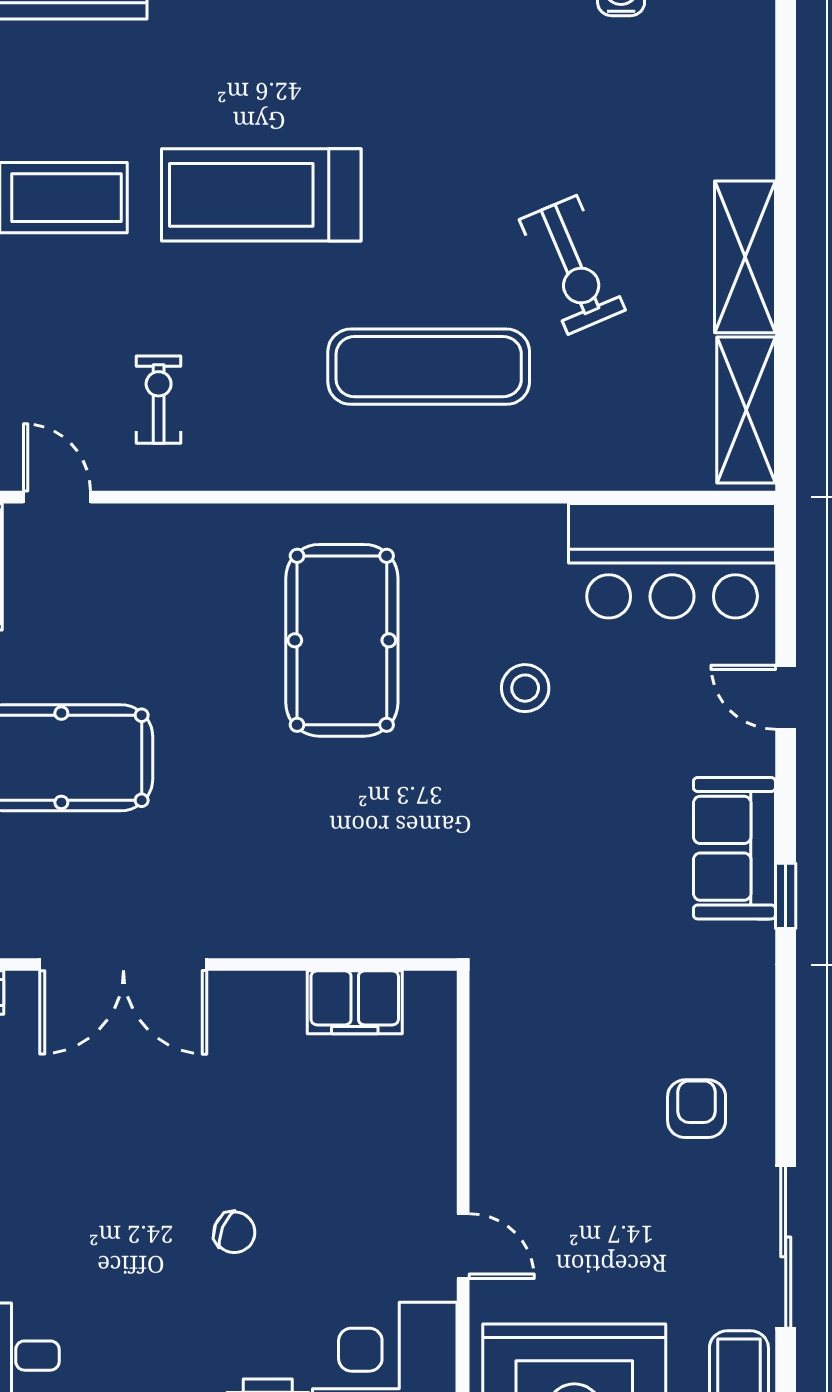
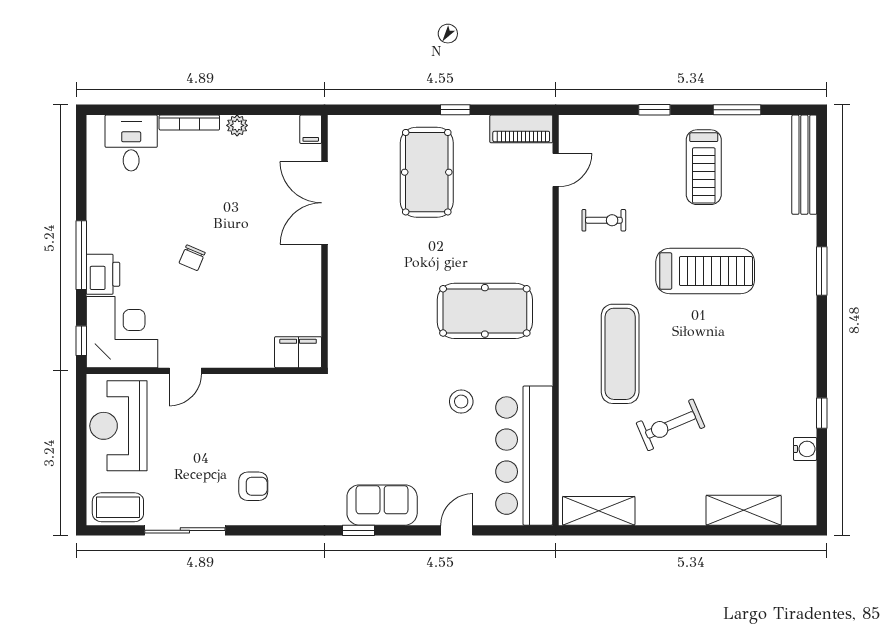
treadmill: (261, 195) -> (705, 271), turned 90
shelving: (745, 257) -> (744, 510), moved
bar counter: (672, 561) -> (524, 456), width x1.36
filing cabinet: (355, 1002) -> (298, 352), moved, turned 90

